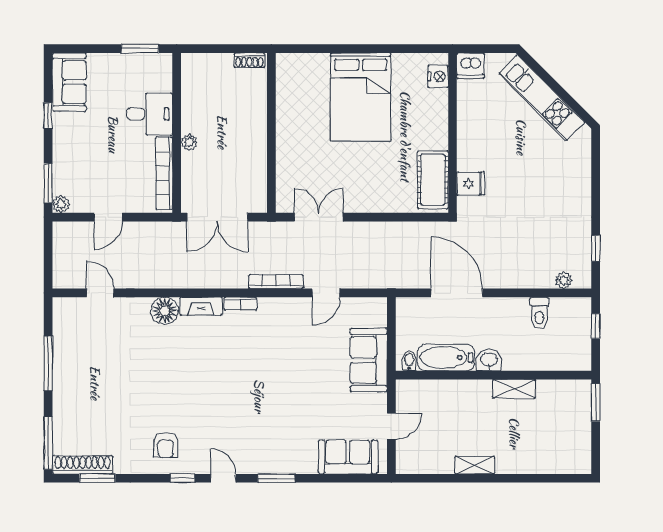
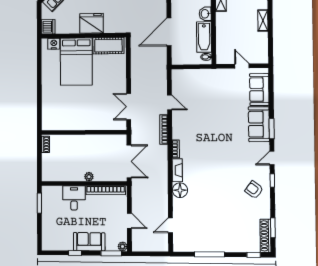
sofa: (69, 82) -> (89, 242), moved
bed: (361, 97) -> (76, 62), moved, turned 90
fridge: (471, 184) -> (91, 23), moved, width x1.88, depth x1.34
sofa: (369, 360) -> (259, 124), moved, turned 90
window: (48, 443) -> (254, 255), width x0.46
armchair: (166, 445) -> (254, 190), turned -143

